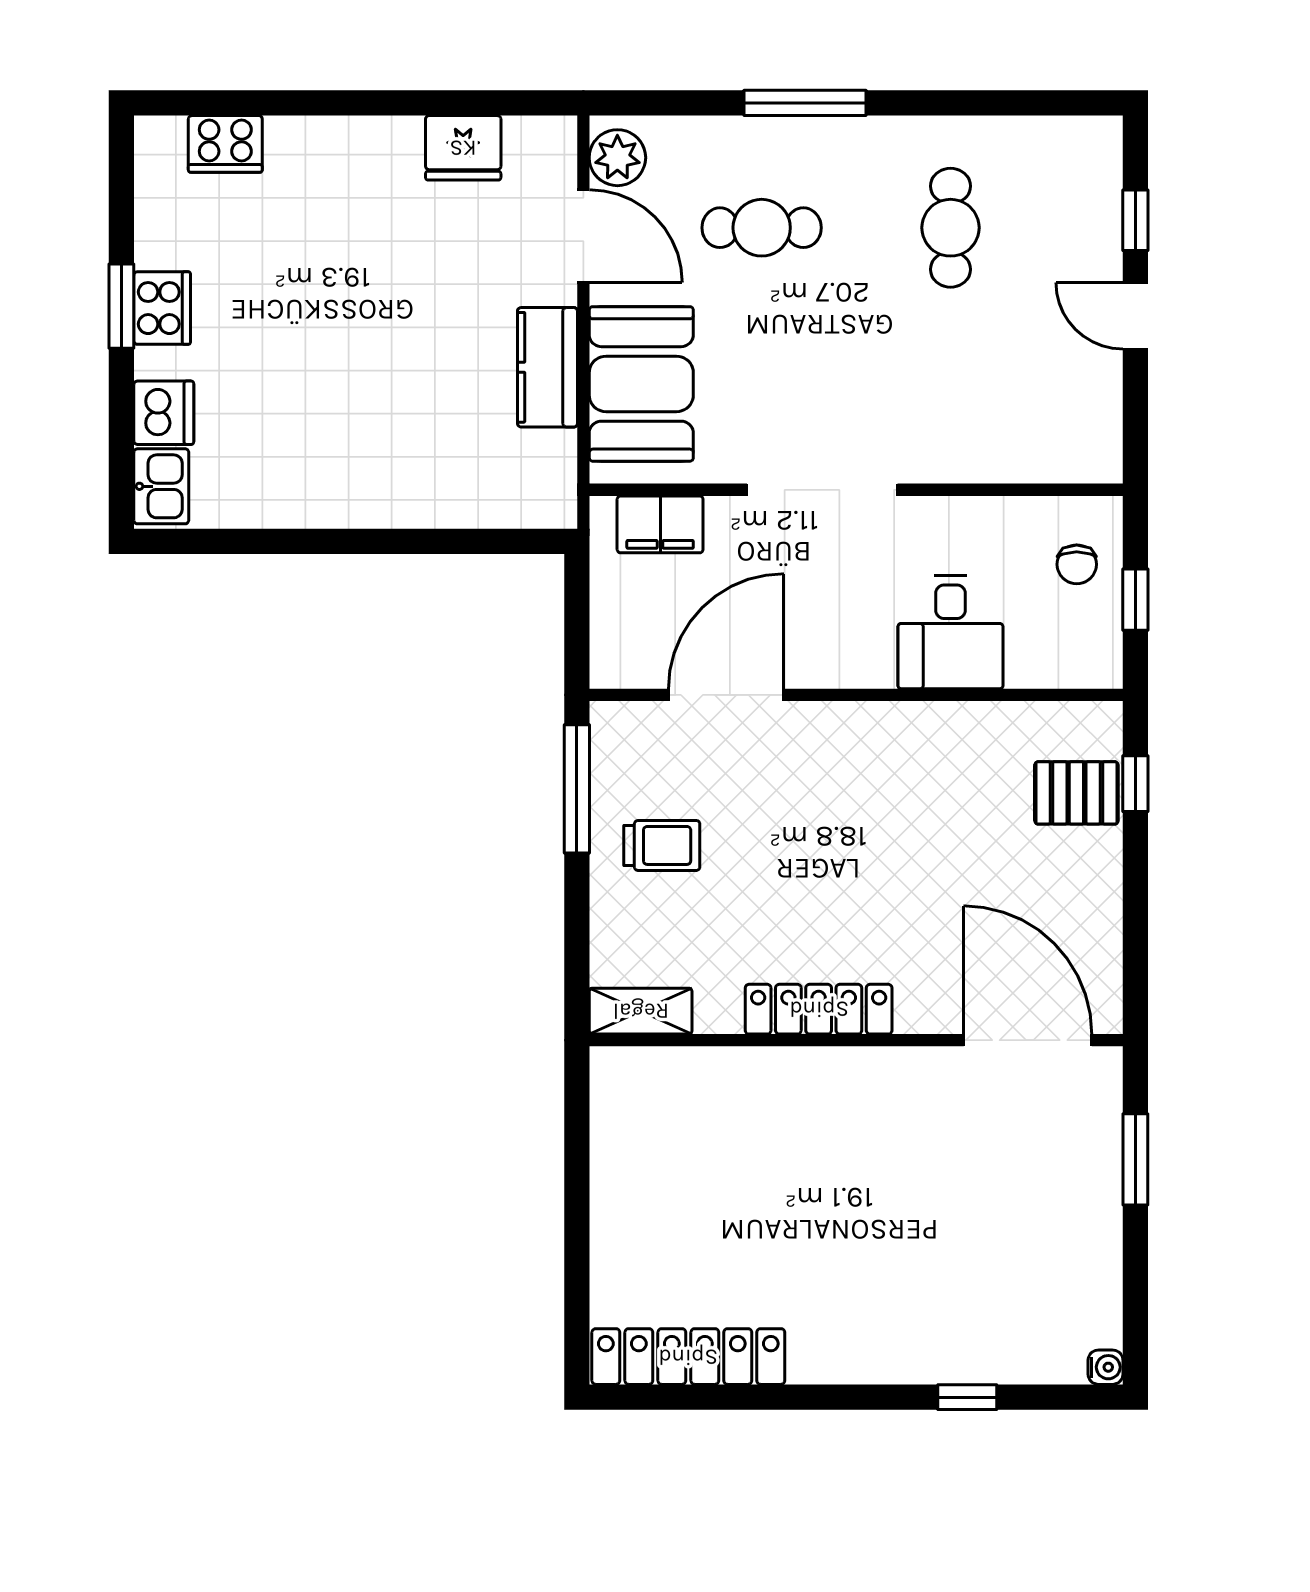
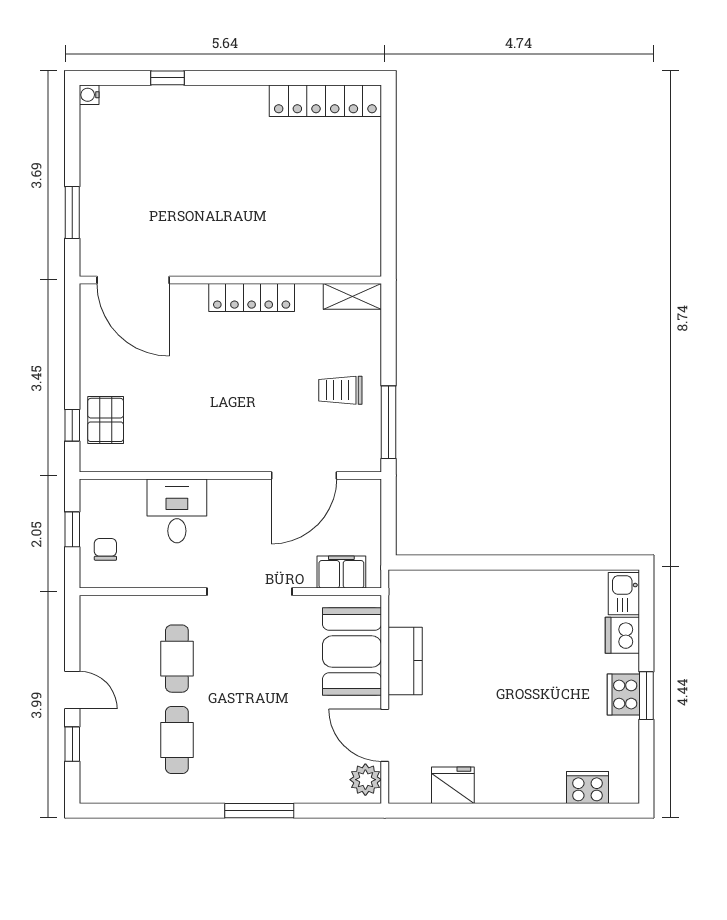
cafe table: (762, 228) -> (177, 659), moved, turned 90
pallet: (1076, 793) -> (106, 420), turned 90

